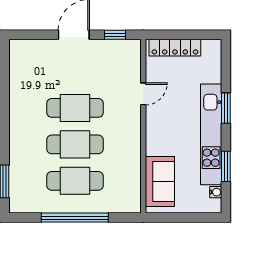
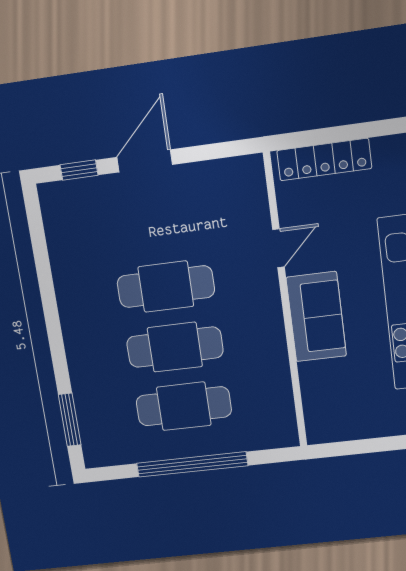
window: (115, 35) -> (79, 170), moved
sofa: (160, 182) -> (316, 317), moved

